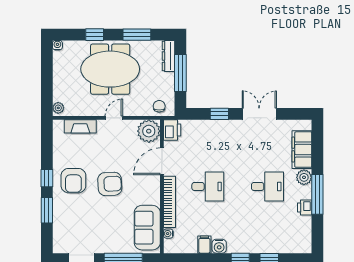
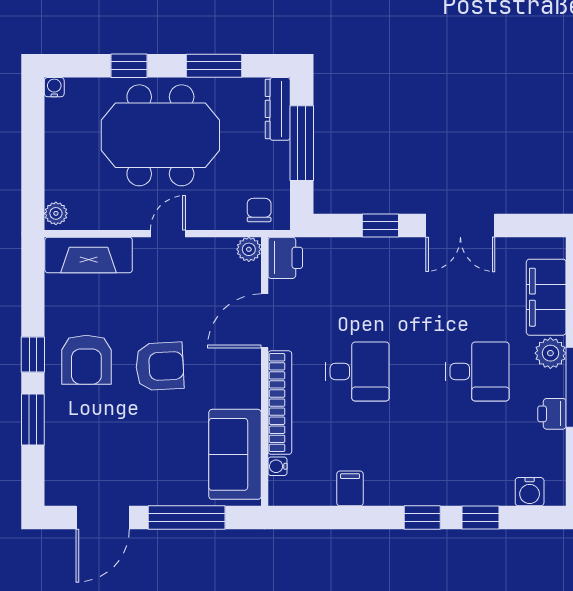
double door: (259, 114) -> (460, 225), swing flipped
fireplace: (80, 126) -> (89, 255), width x1.37, depth x1.32
plant: (149, 131) -> (249, 249), width x0.53, depth x0.53
water cooler: (219, 246) -> (530, 492), moved

